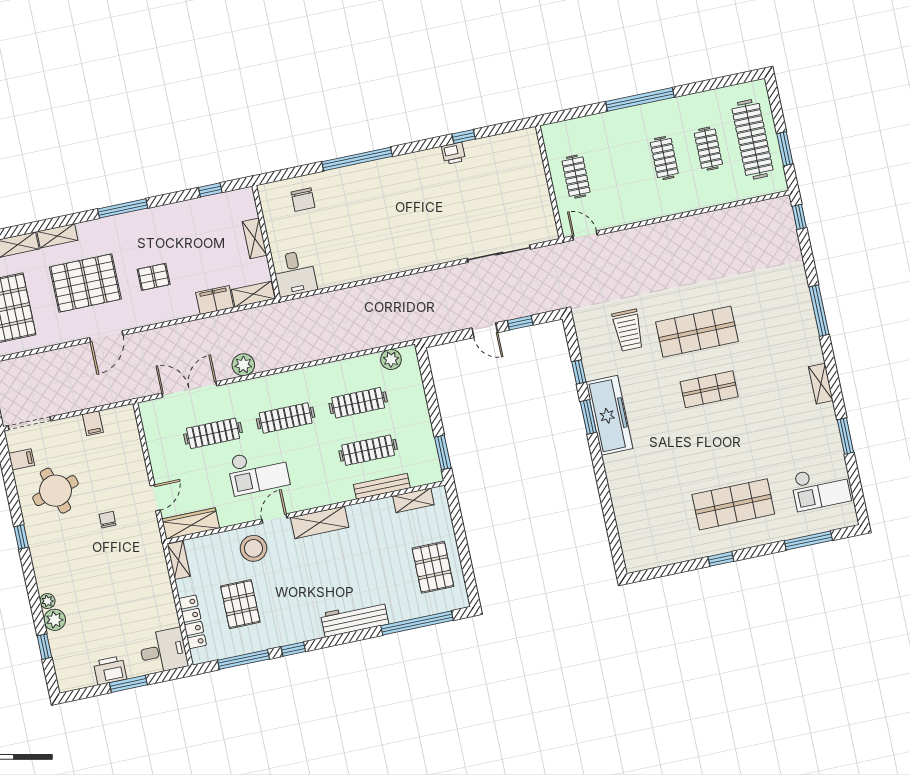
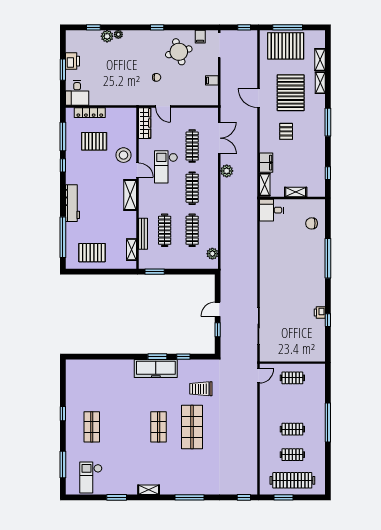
shop shelf: (733, 504) -> (92, 427), width x0.70, depth x0.74
shelving: (179, 560) -> (126, 112), removed

